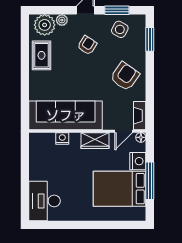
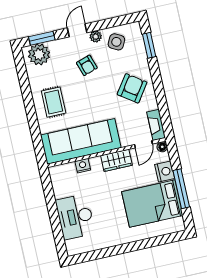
window: (117, 10) -> (42, 38), moved
plant: (62, 20) -> (96, 37), moved
armchair: (87, 45) -> (87, 65), turned 129
rug: (41, 55) -> (54, 102), moved
desk: (45, 201) -> (75, 217), moved

